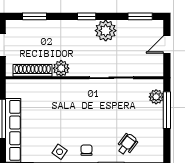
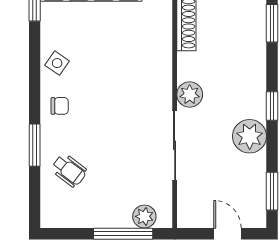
plant: (61, 68) -> (190, 95), moved

